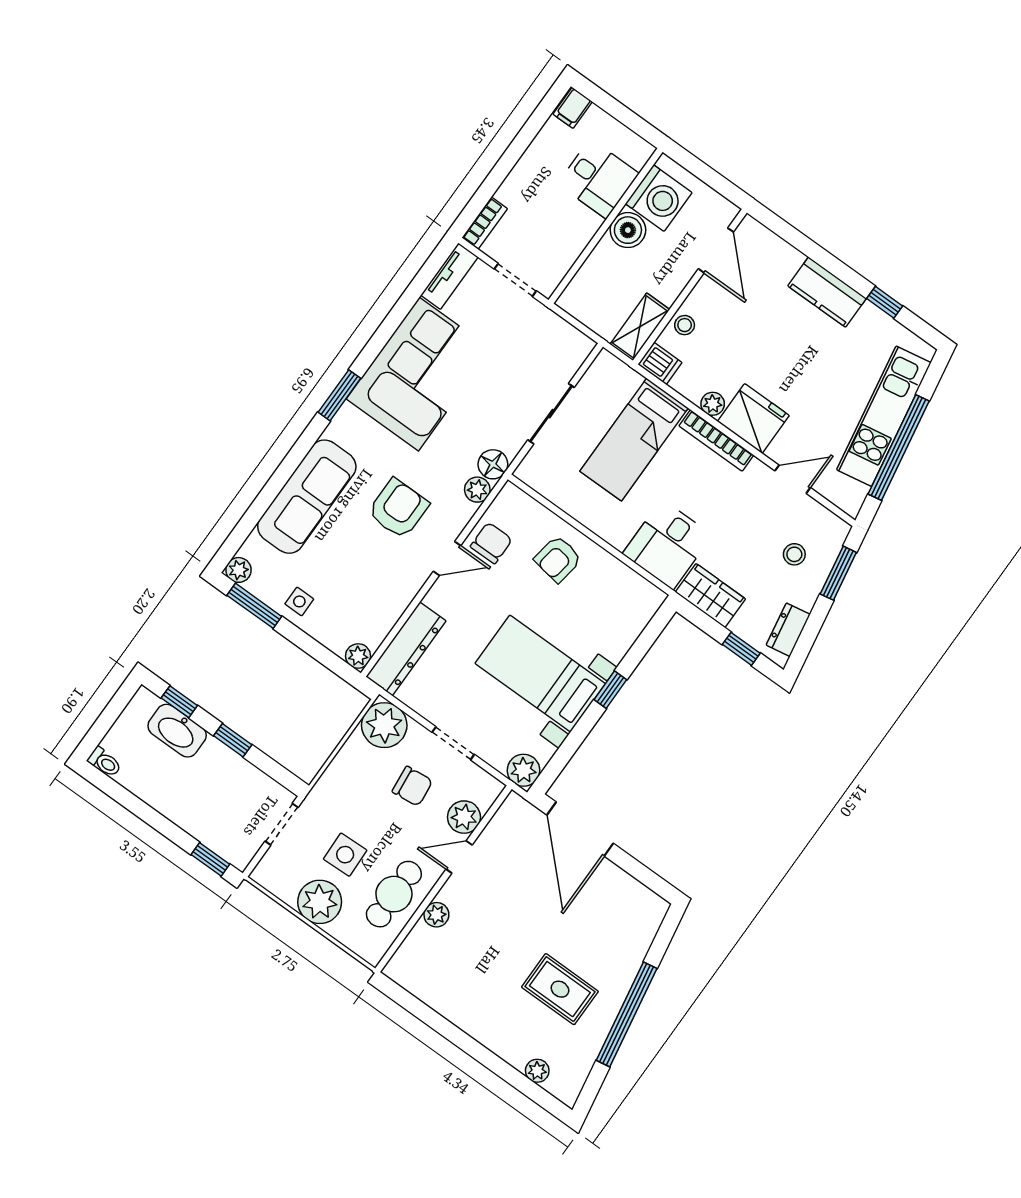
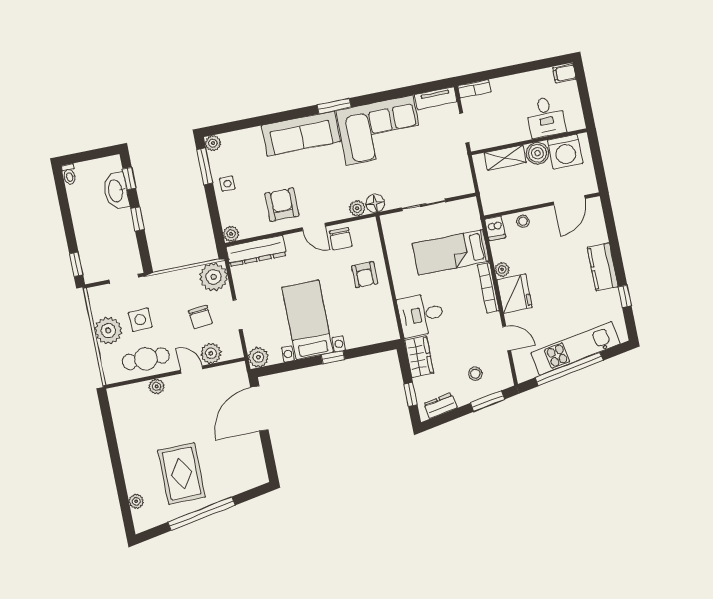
shelving: (640, 327) -> (505, 158), moved
sofa: (307, 497) -> (301, 134), moved
armchair: (398, 509) -> (282, 205), moved, turned -90
chair: (491, 543) -> (341, 239), turned 90
armchair: (558, 559) -> (365, 275), turned -99
rug: (560, 989) -> (182, 473), width x1.36, depth x1.43

